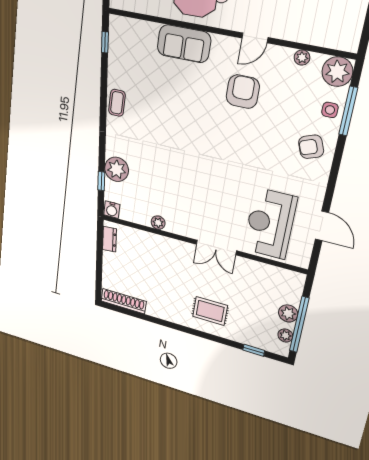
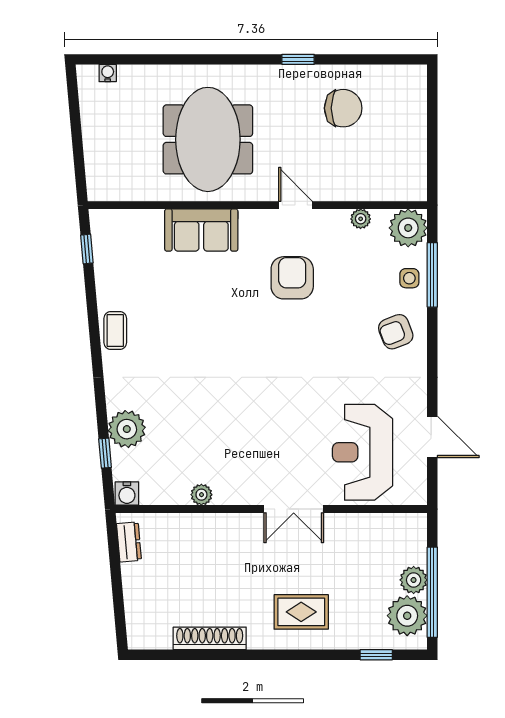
door: (255, 38) -> (296, 205), swing flipped
shoe rack: (124, 301) -> (210, 638), moved
plant: (285, 335) -> (407, 616), width x1.88, depth x1.88

